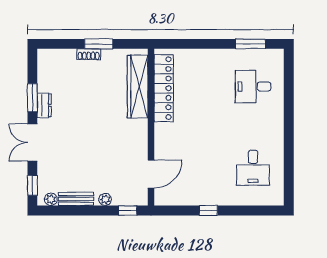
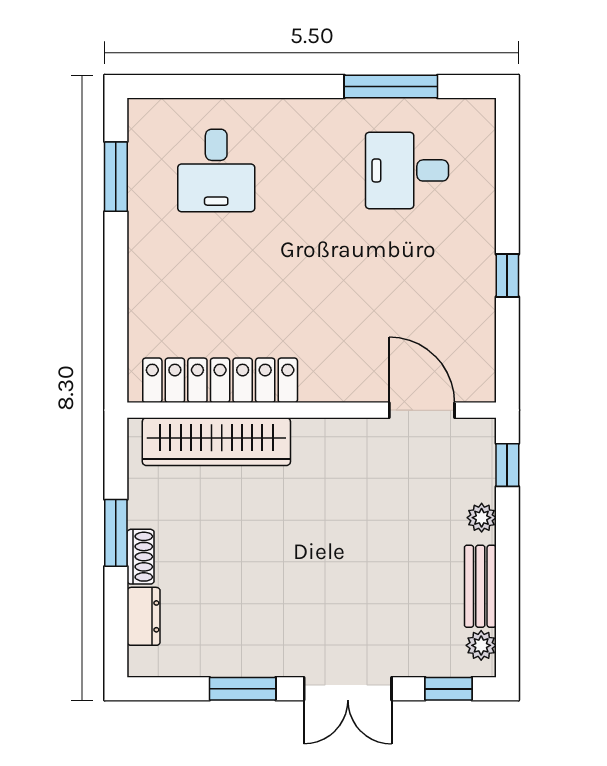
dresser: (44, 105) -> (144, 616), moved, turned 90
window: (289, 161) -> (391, 87), added
desk: (253, 168) -> (407, 170), turned 180

